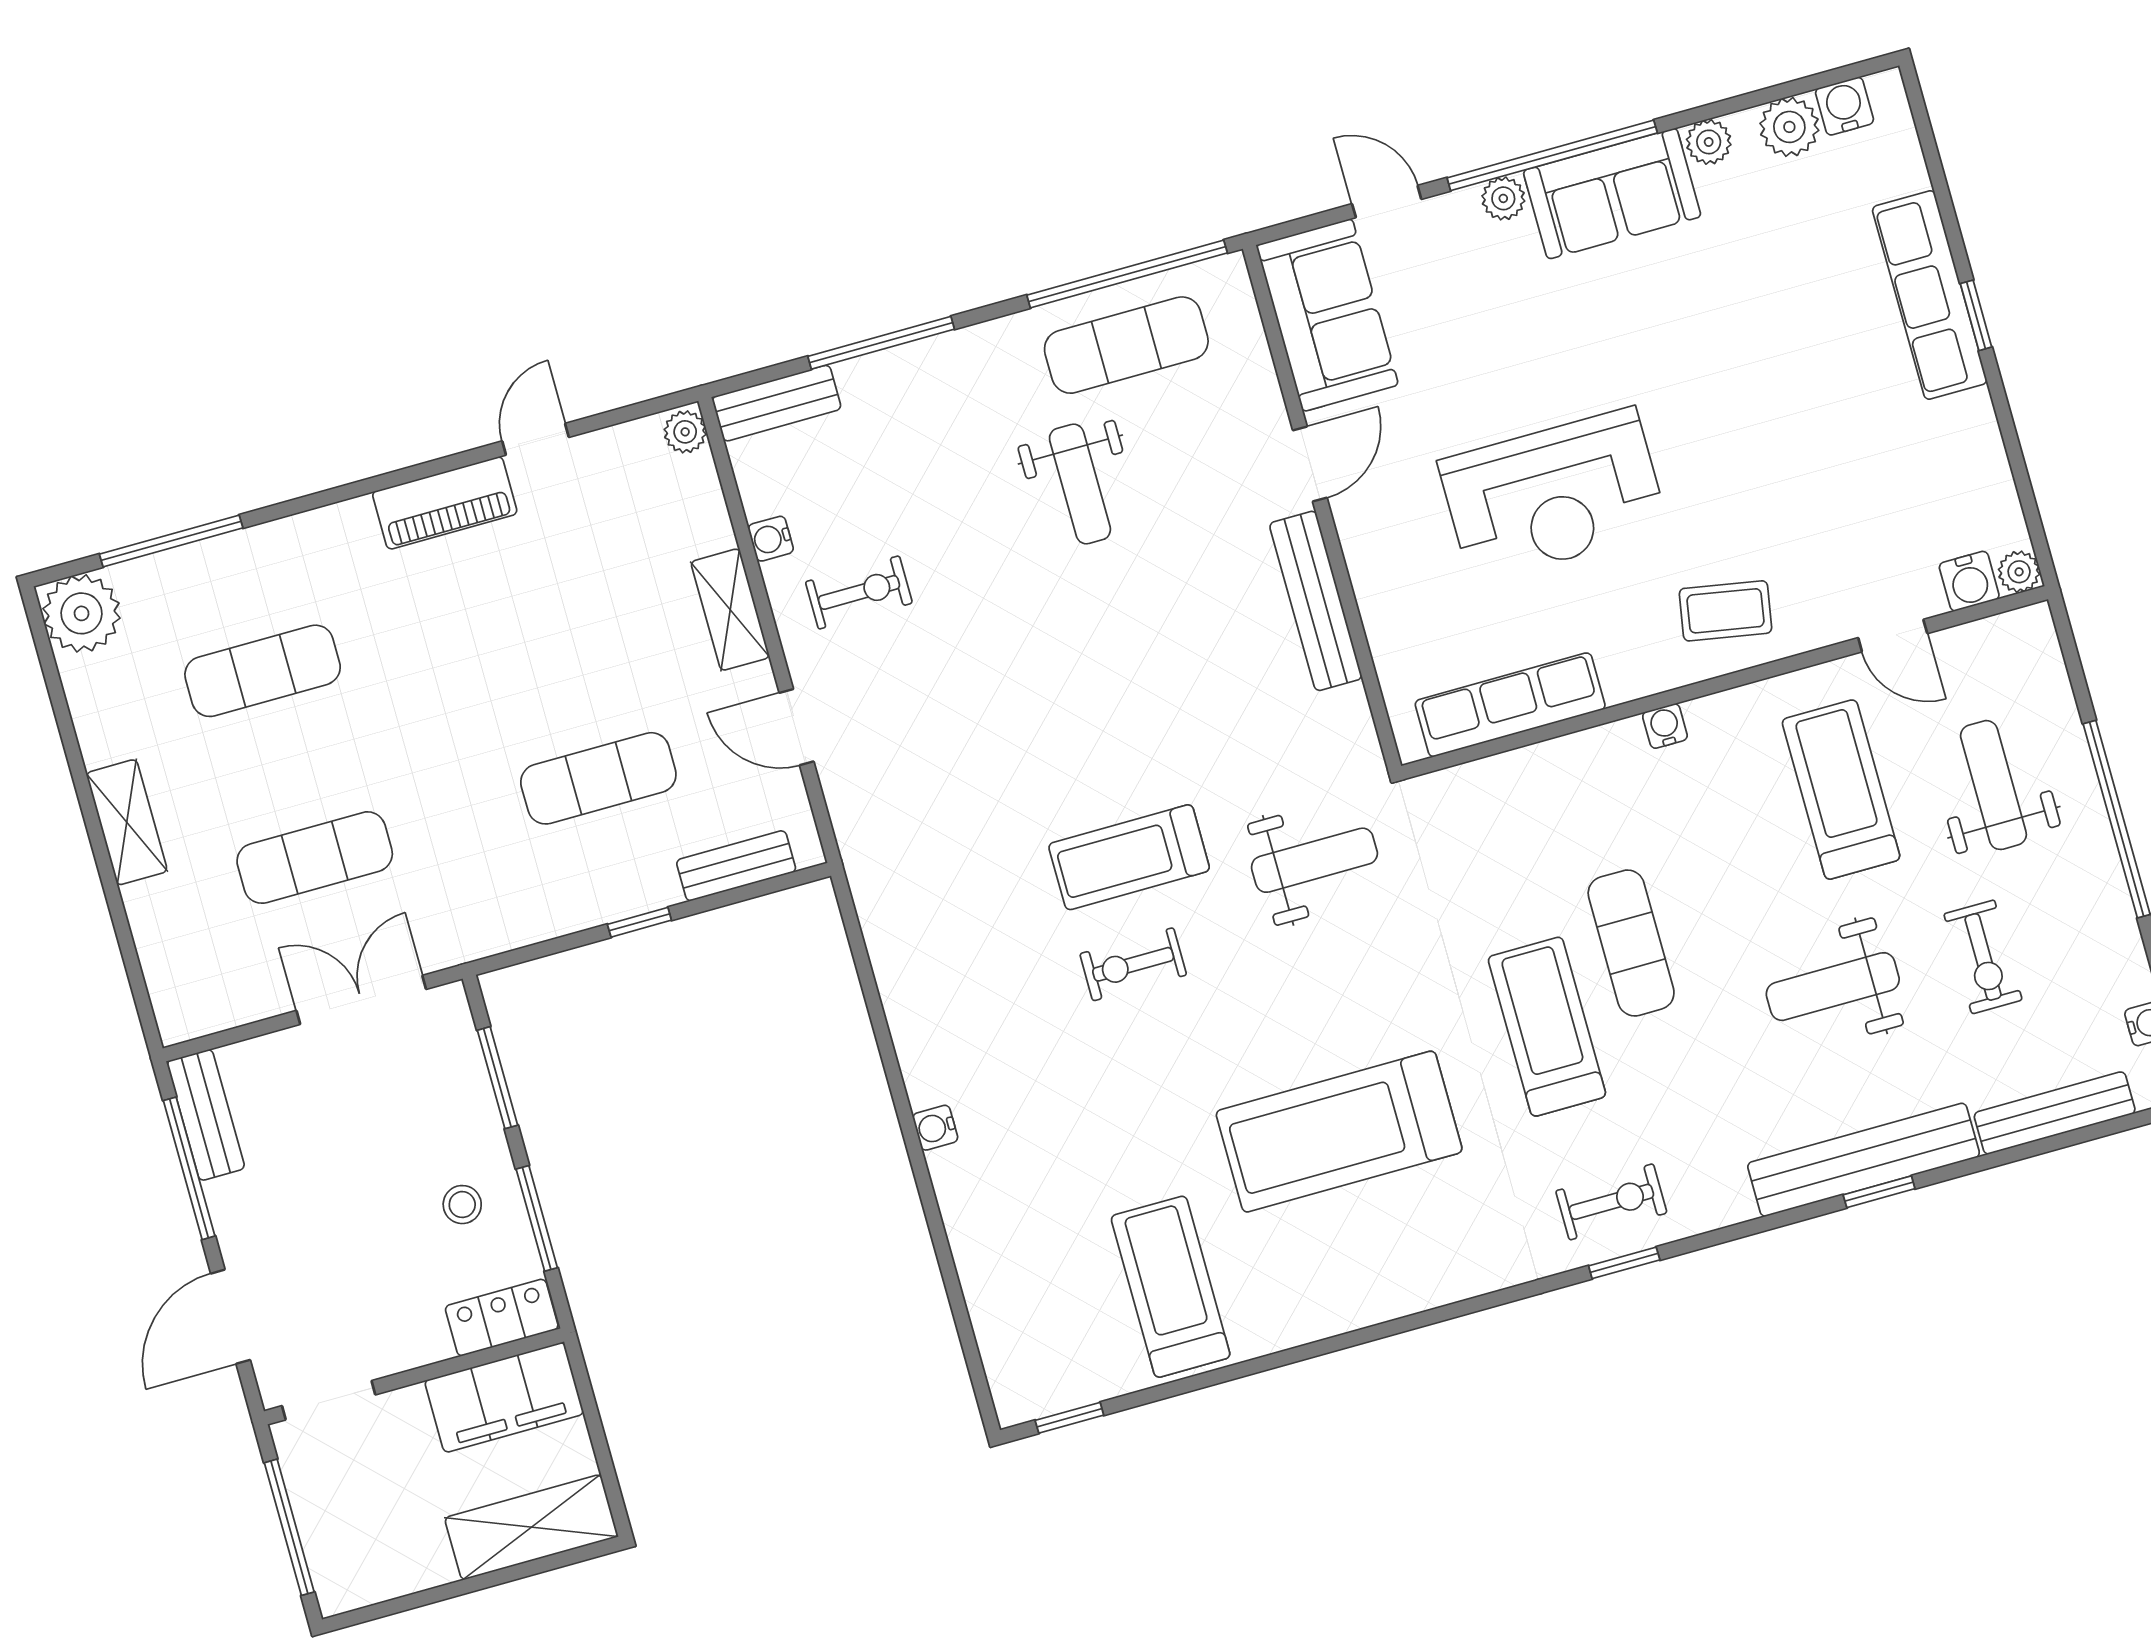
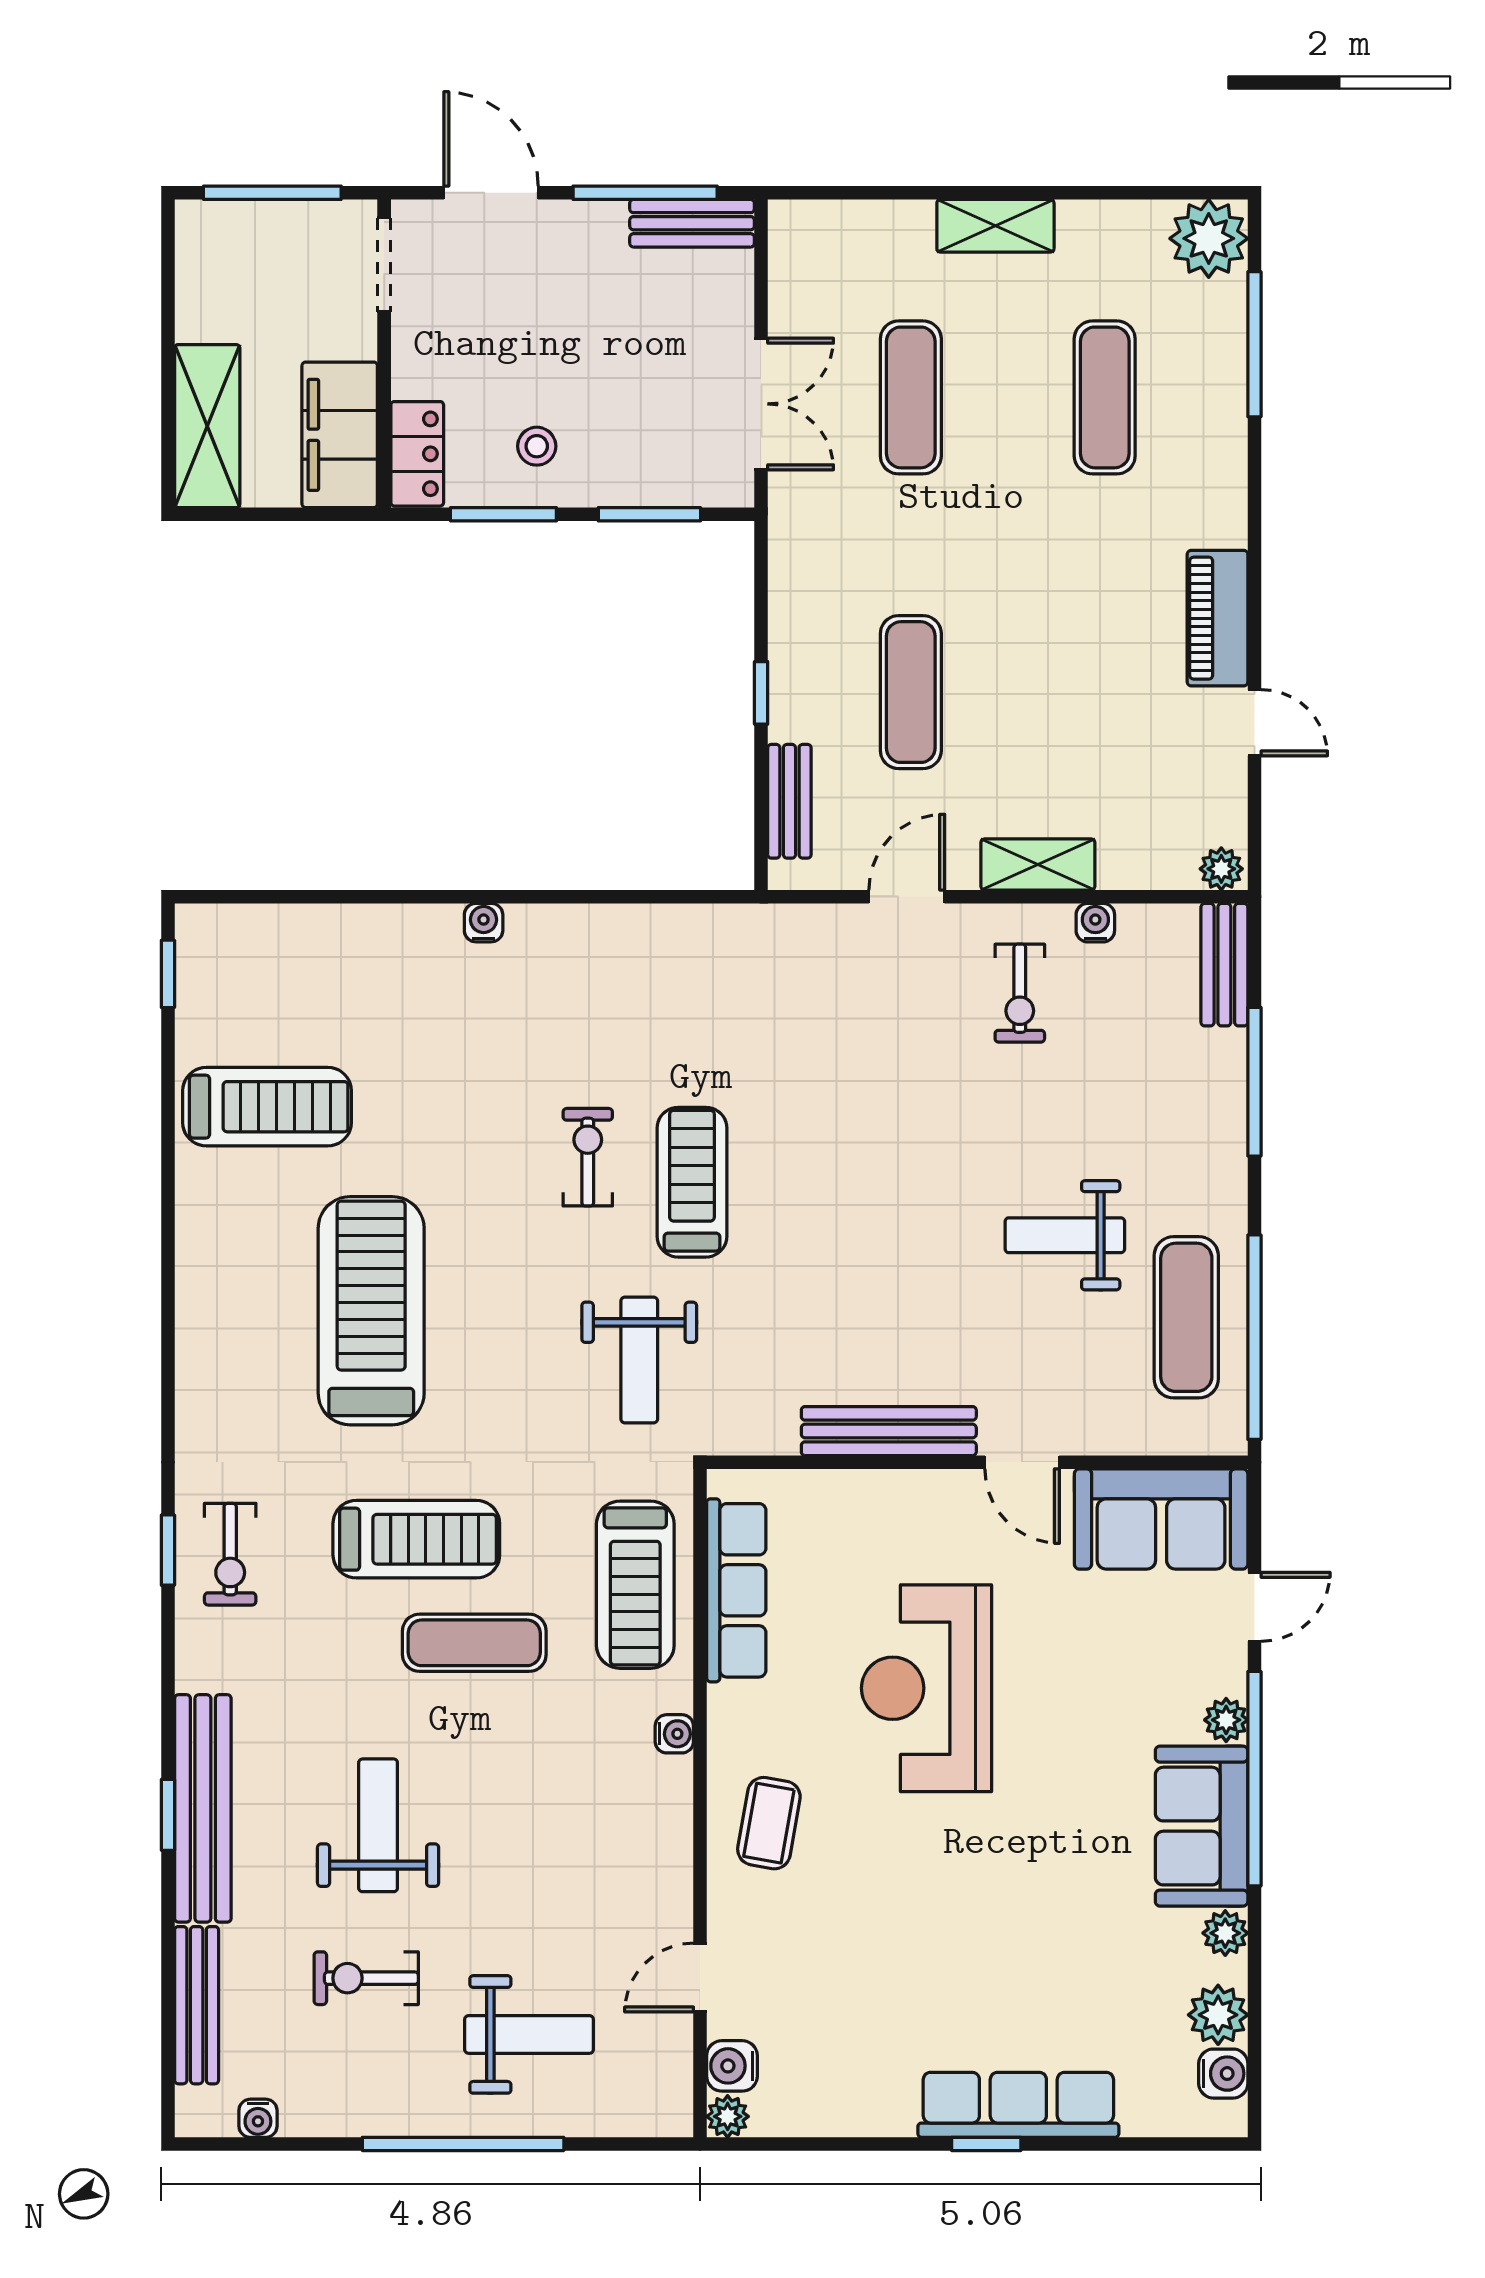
treadmill: (1841, 790) -> (635, 1585), moved, turned 90

